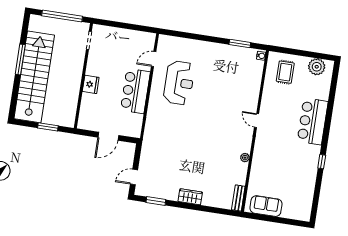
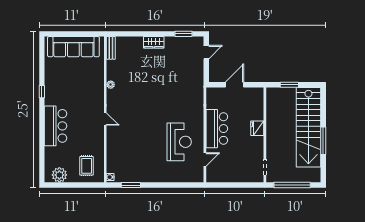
reception desk: (179, 83) -> (179, 142), turned 180
sofa: (266, 206) -> (73, 47), width x1.85, depth x1.27

